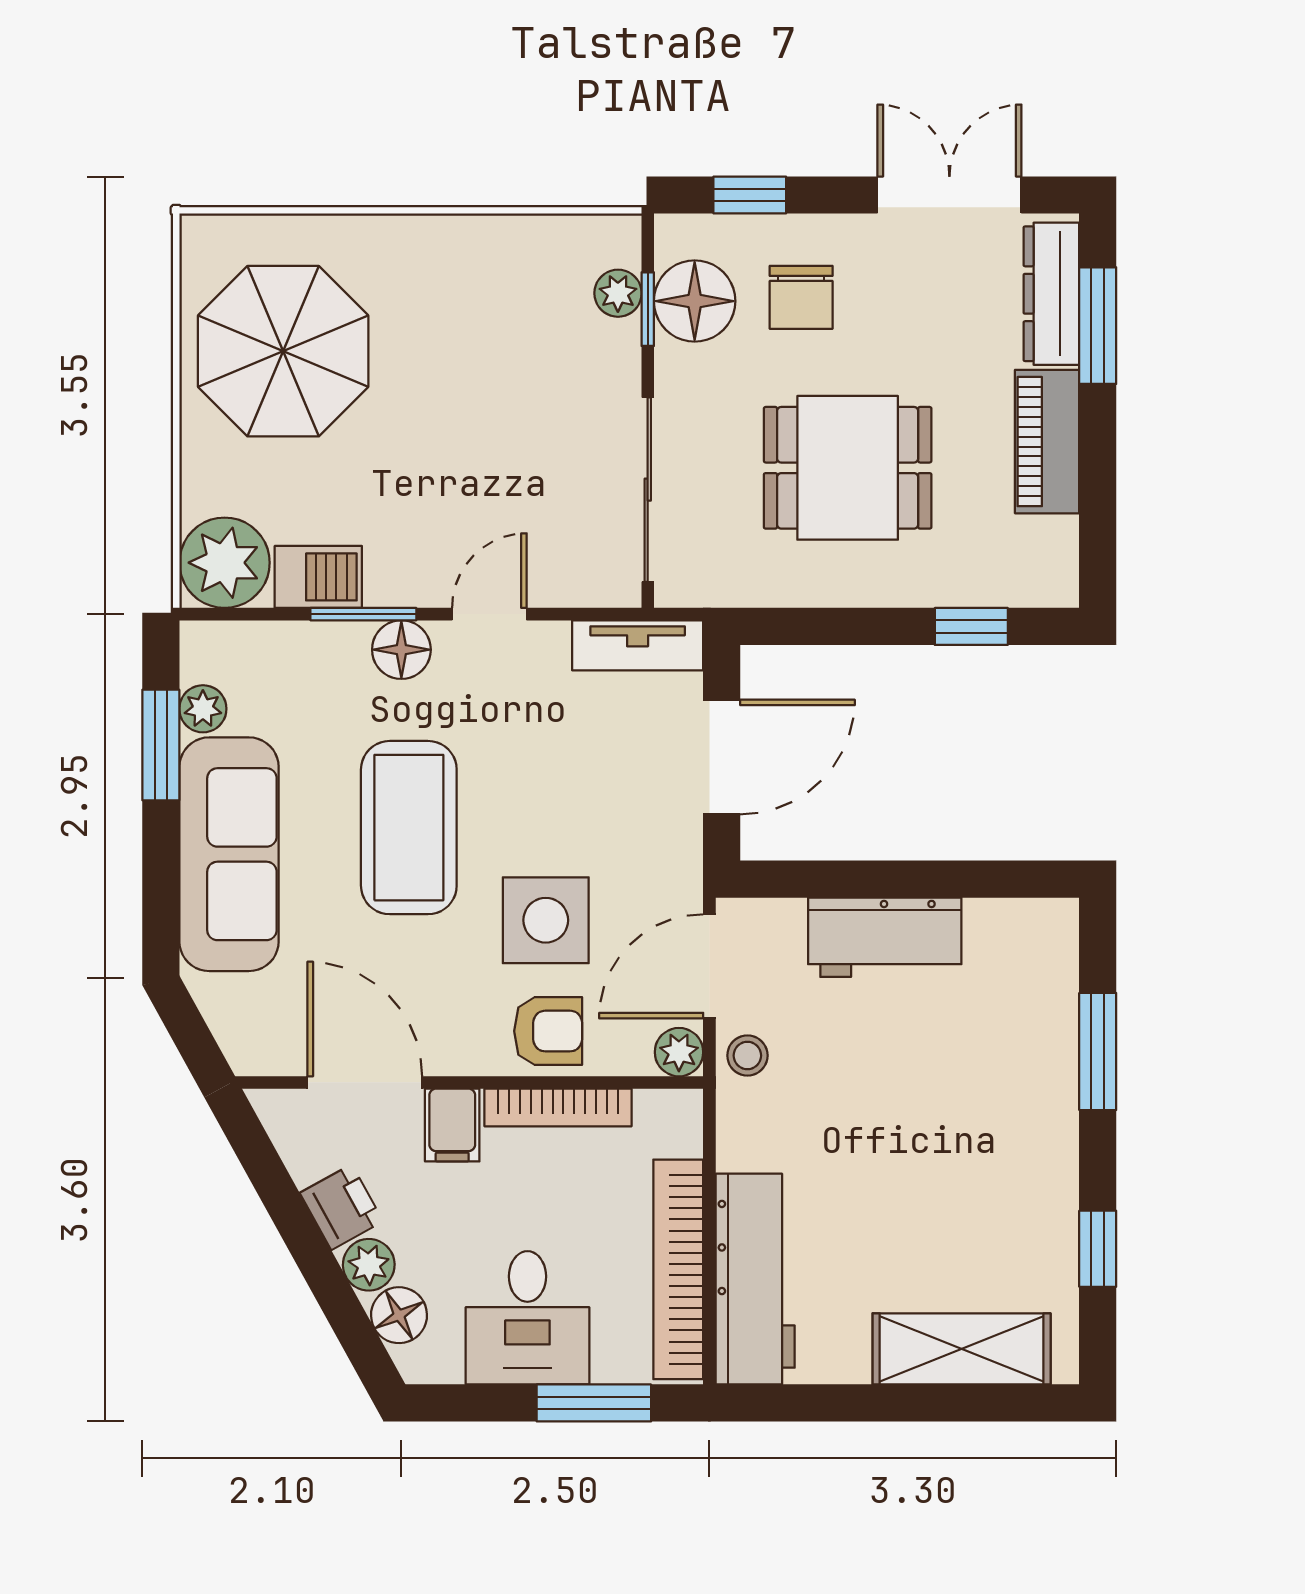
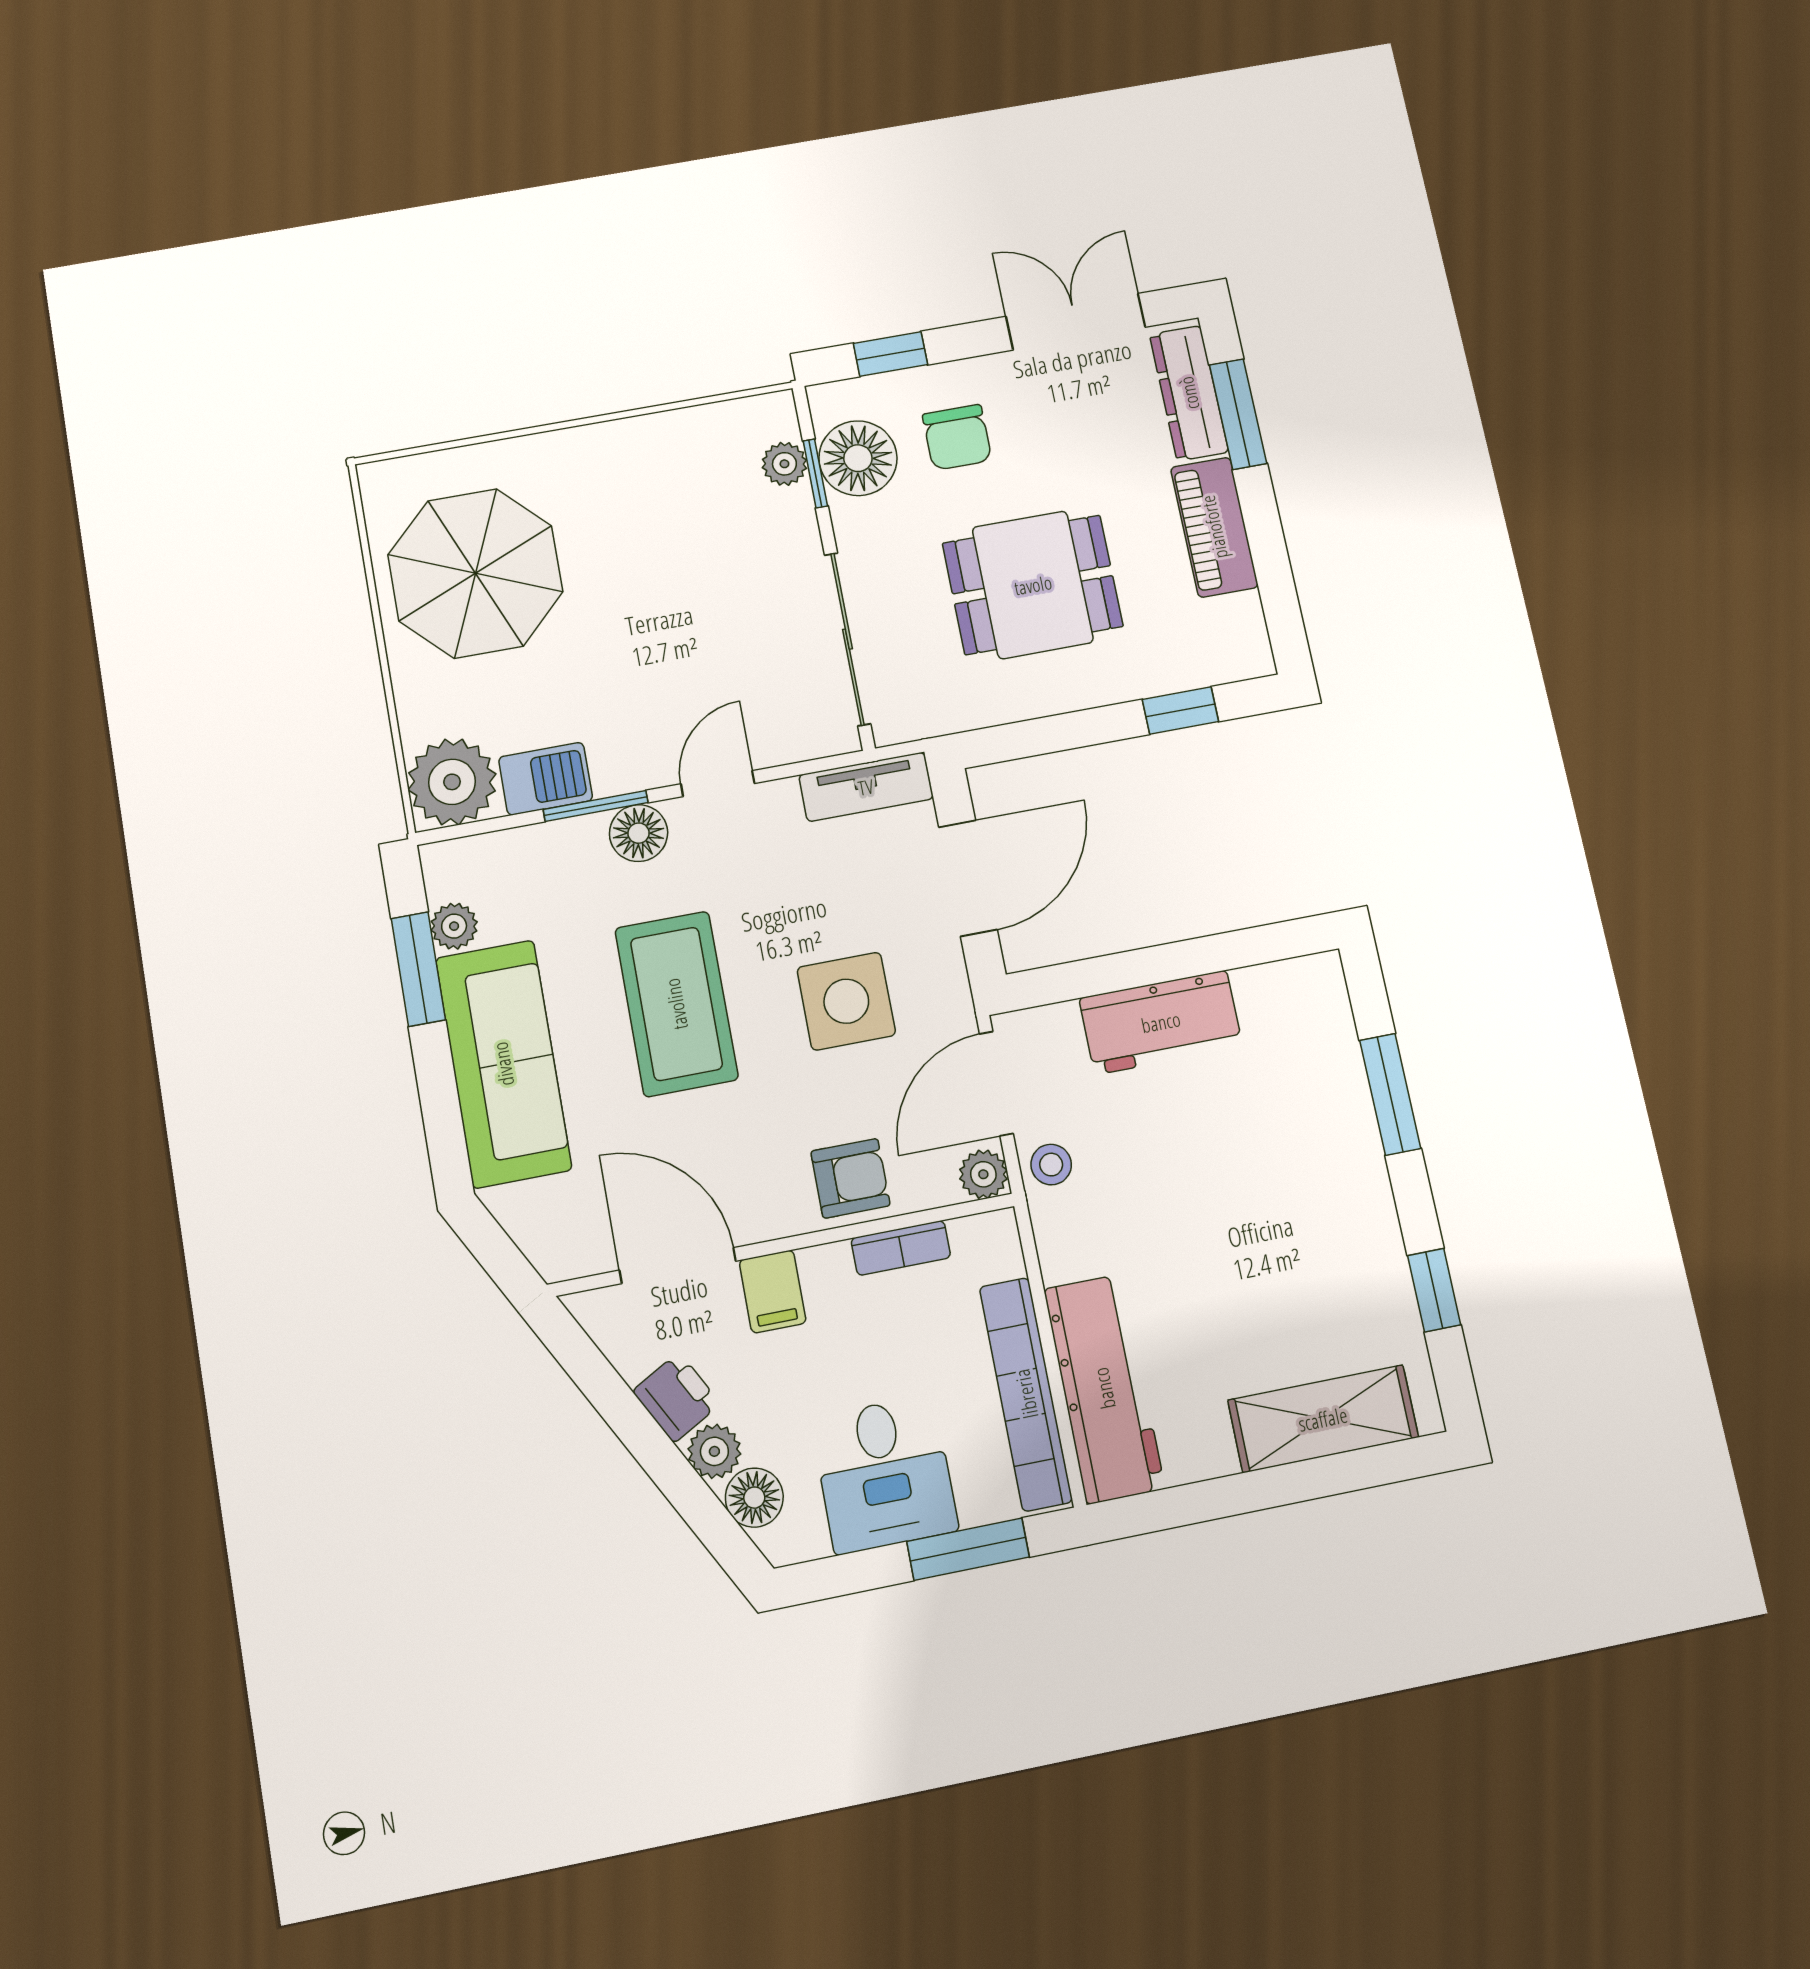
side table: (546, 920) -> (846, 1001), moved
bookcase: (558, 1107) -> (901, 1248), width x0.64

